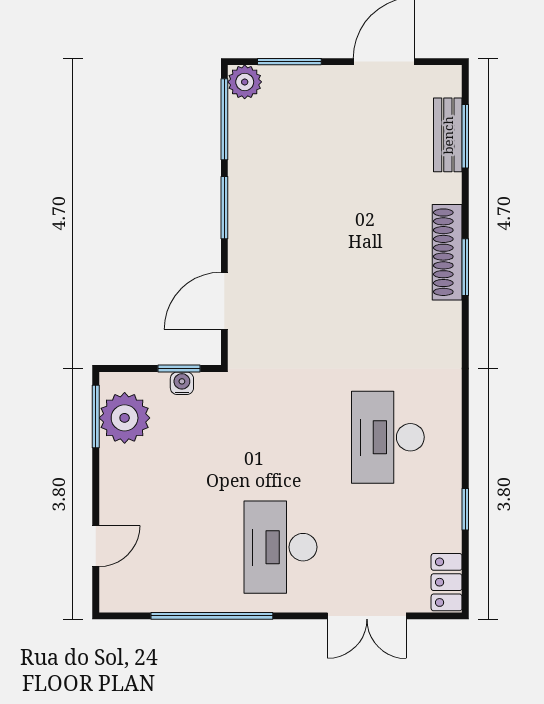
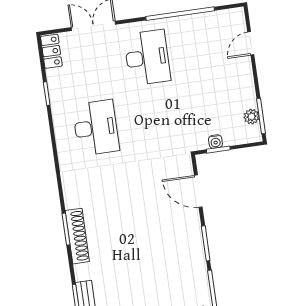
door: (224, 301) -> (198, 191), swing flipped
plant: (125, 418) -> (252, 117), width x0.53, depth x0.53

